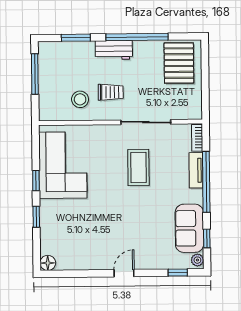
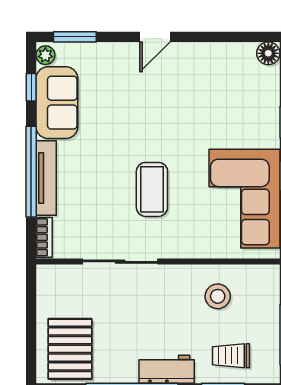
trolley: (111, 92) -> (231, 356), moved
coffee table: (138, 168) -> (152, 189), moved
tv unit: (196, 170) -> (46, 178), width x1.41
window: (178, 273) -> (75, 37), width x1.50

